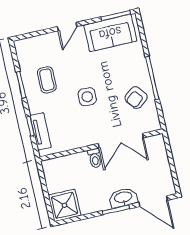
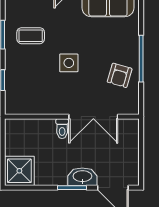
coffee table: (47, 80) -> (31, 36), turned 90
armchair: (136, 98) -> (120, 75), turned -35
tv unit: (41, 131) -> (12, 88), removed

